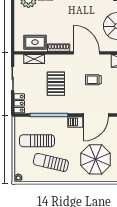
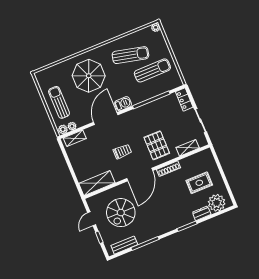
rug: (35, 42) -> (199, 183), moved
door: (86, 53) -> (140, 175), hinge flipped
pallet: (56, 84) -> (157, 145), moved

